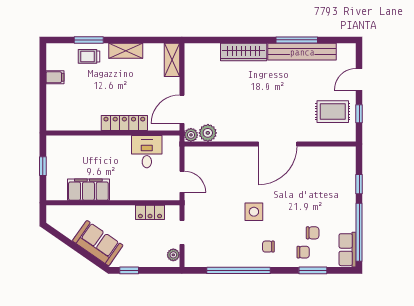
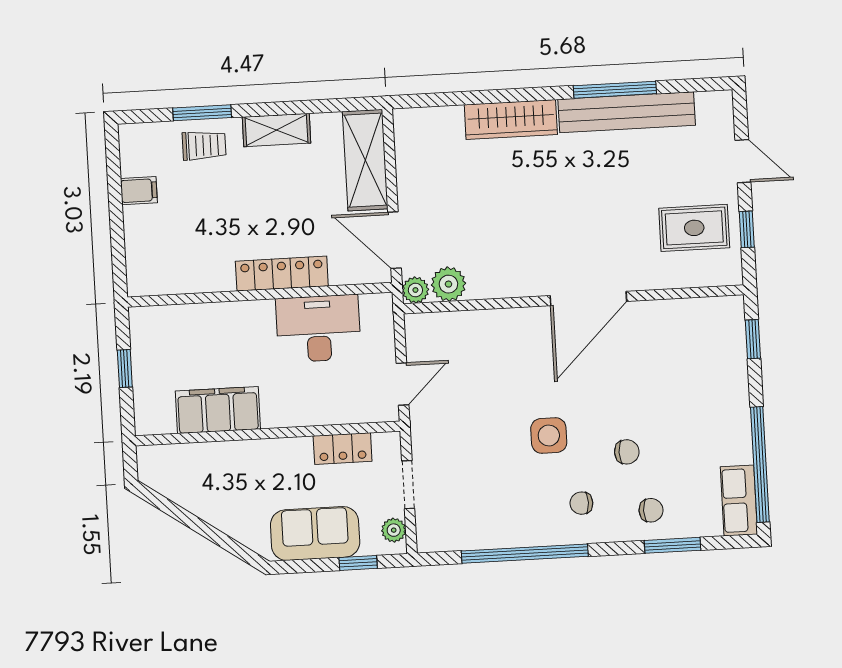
trolley: (89, 56) -> (204, 145), turned 180
shelving: (172, 60) -> (365, 160), width x1.50, depth x1.33
door: (359, 79) -> (743, 161), swing flipped
door: (182, 109) -> (394, 240), hinge flipped
desk: (147, 152) -> (318, 329), width x1.37
door: (182, 182) -> (403, 384), hinge flipped
window: (359, 184) -> (753, 339), moved
chair: (313, 233) -> (627, 452), moved
sofa: (98, 243) -> (315, 534), moved, turned -35
window: (129, 270) -> (358, 563), moved

